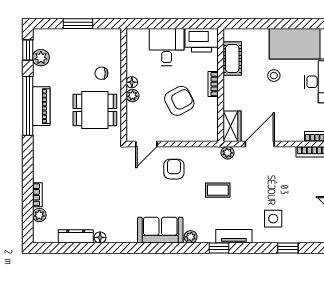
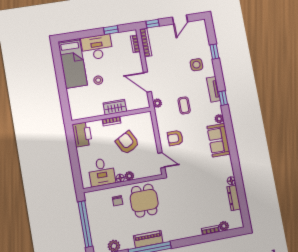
window: (78, 24) -> (85, 224), width x2.11
desk: (167, 47) -> (102, 172), moved, turned -90
cot: (232, 59) -> (91, 111), removed
wardrobe: (232, 126) -> (115, 107), moved

